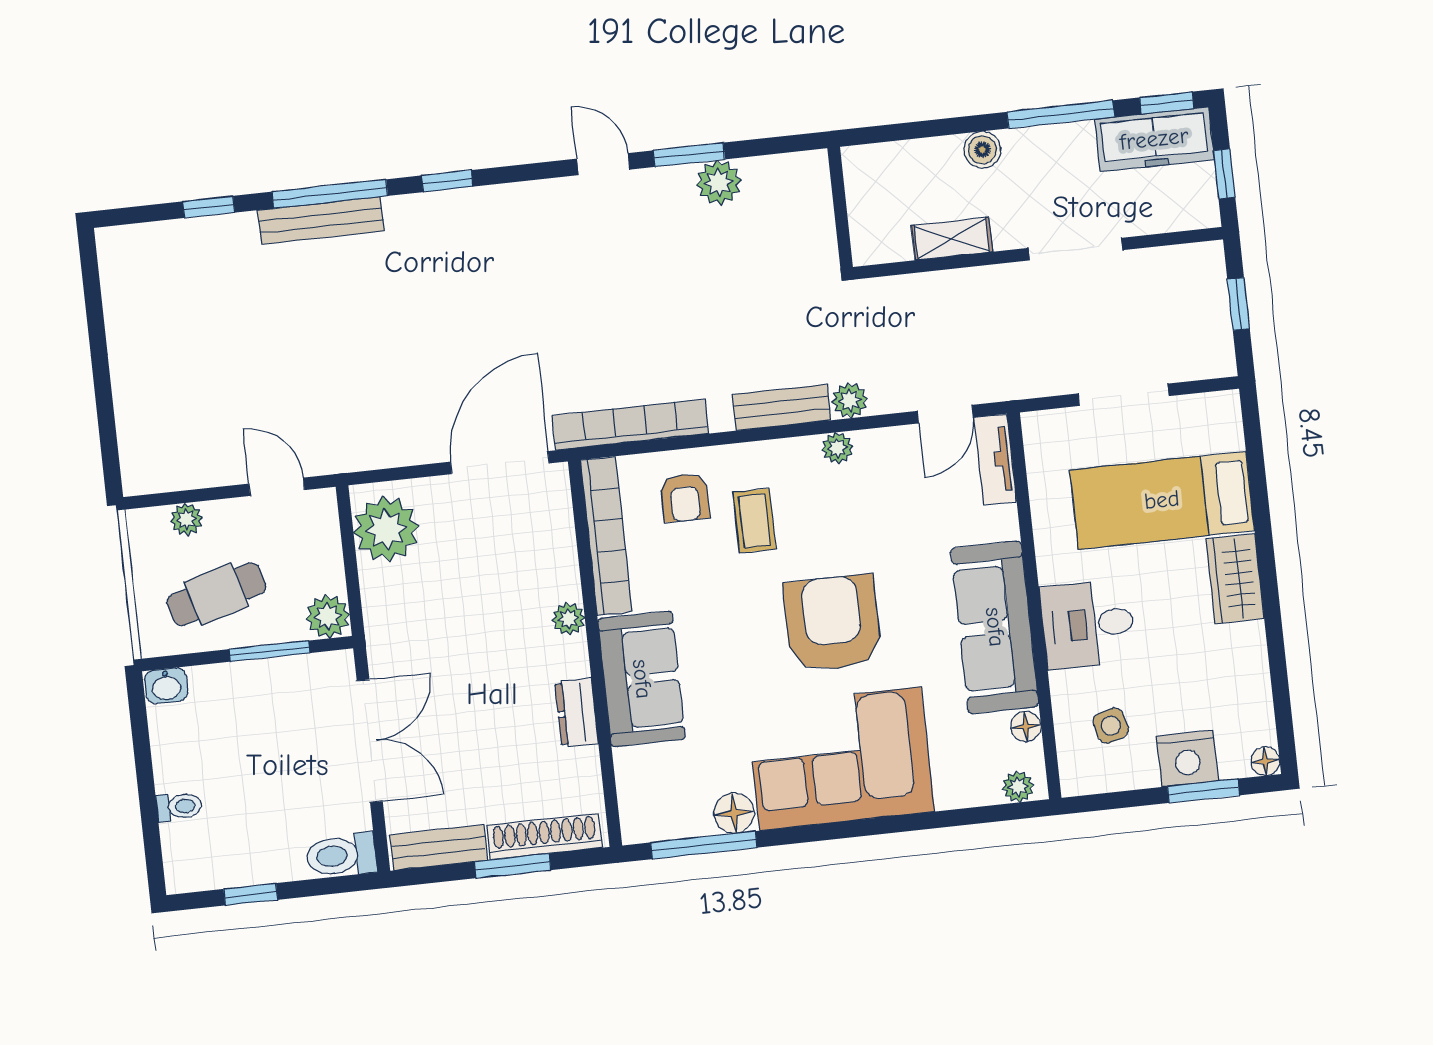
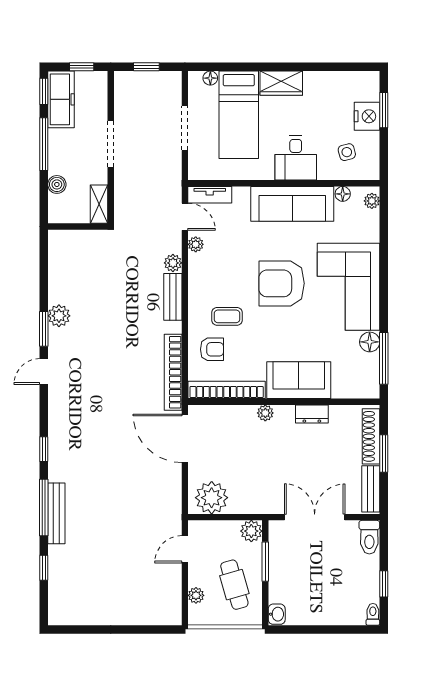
wall: (840, 208) -> (78, 227), moved
plant: (837, 448) -> (196, 244), moved
floor lamp: (1265, 761) -> (210, 78), moved
toilet: (179, 807) -> (373, 614), moved

